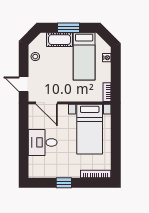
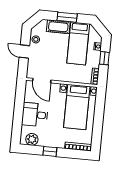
window: (116, 70) -> (104, 58), added
door: (24, 84) -> (24, 51), moved
plant: (42, 171) -> (32, 139), added

